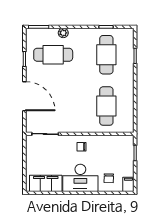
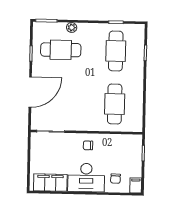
door: (24, 96) -> (30, 92), hinge flipped

